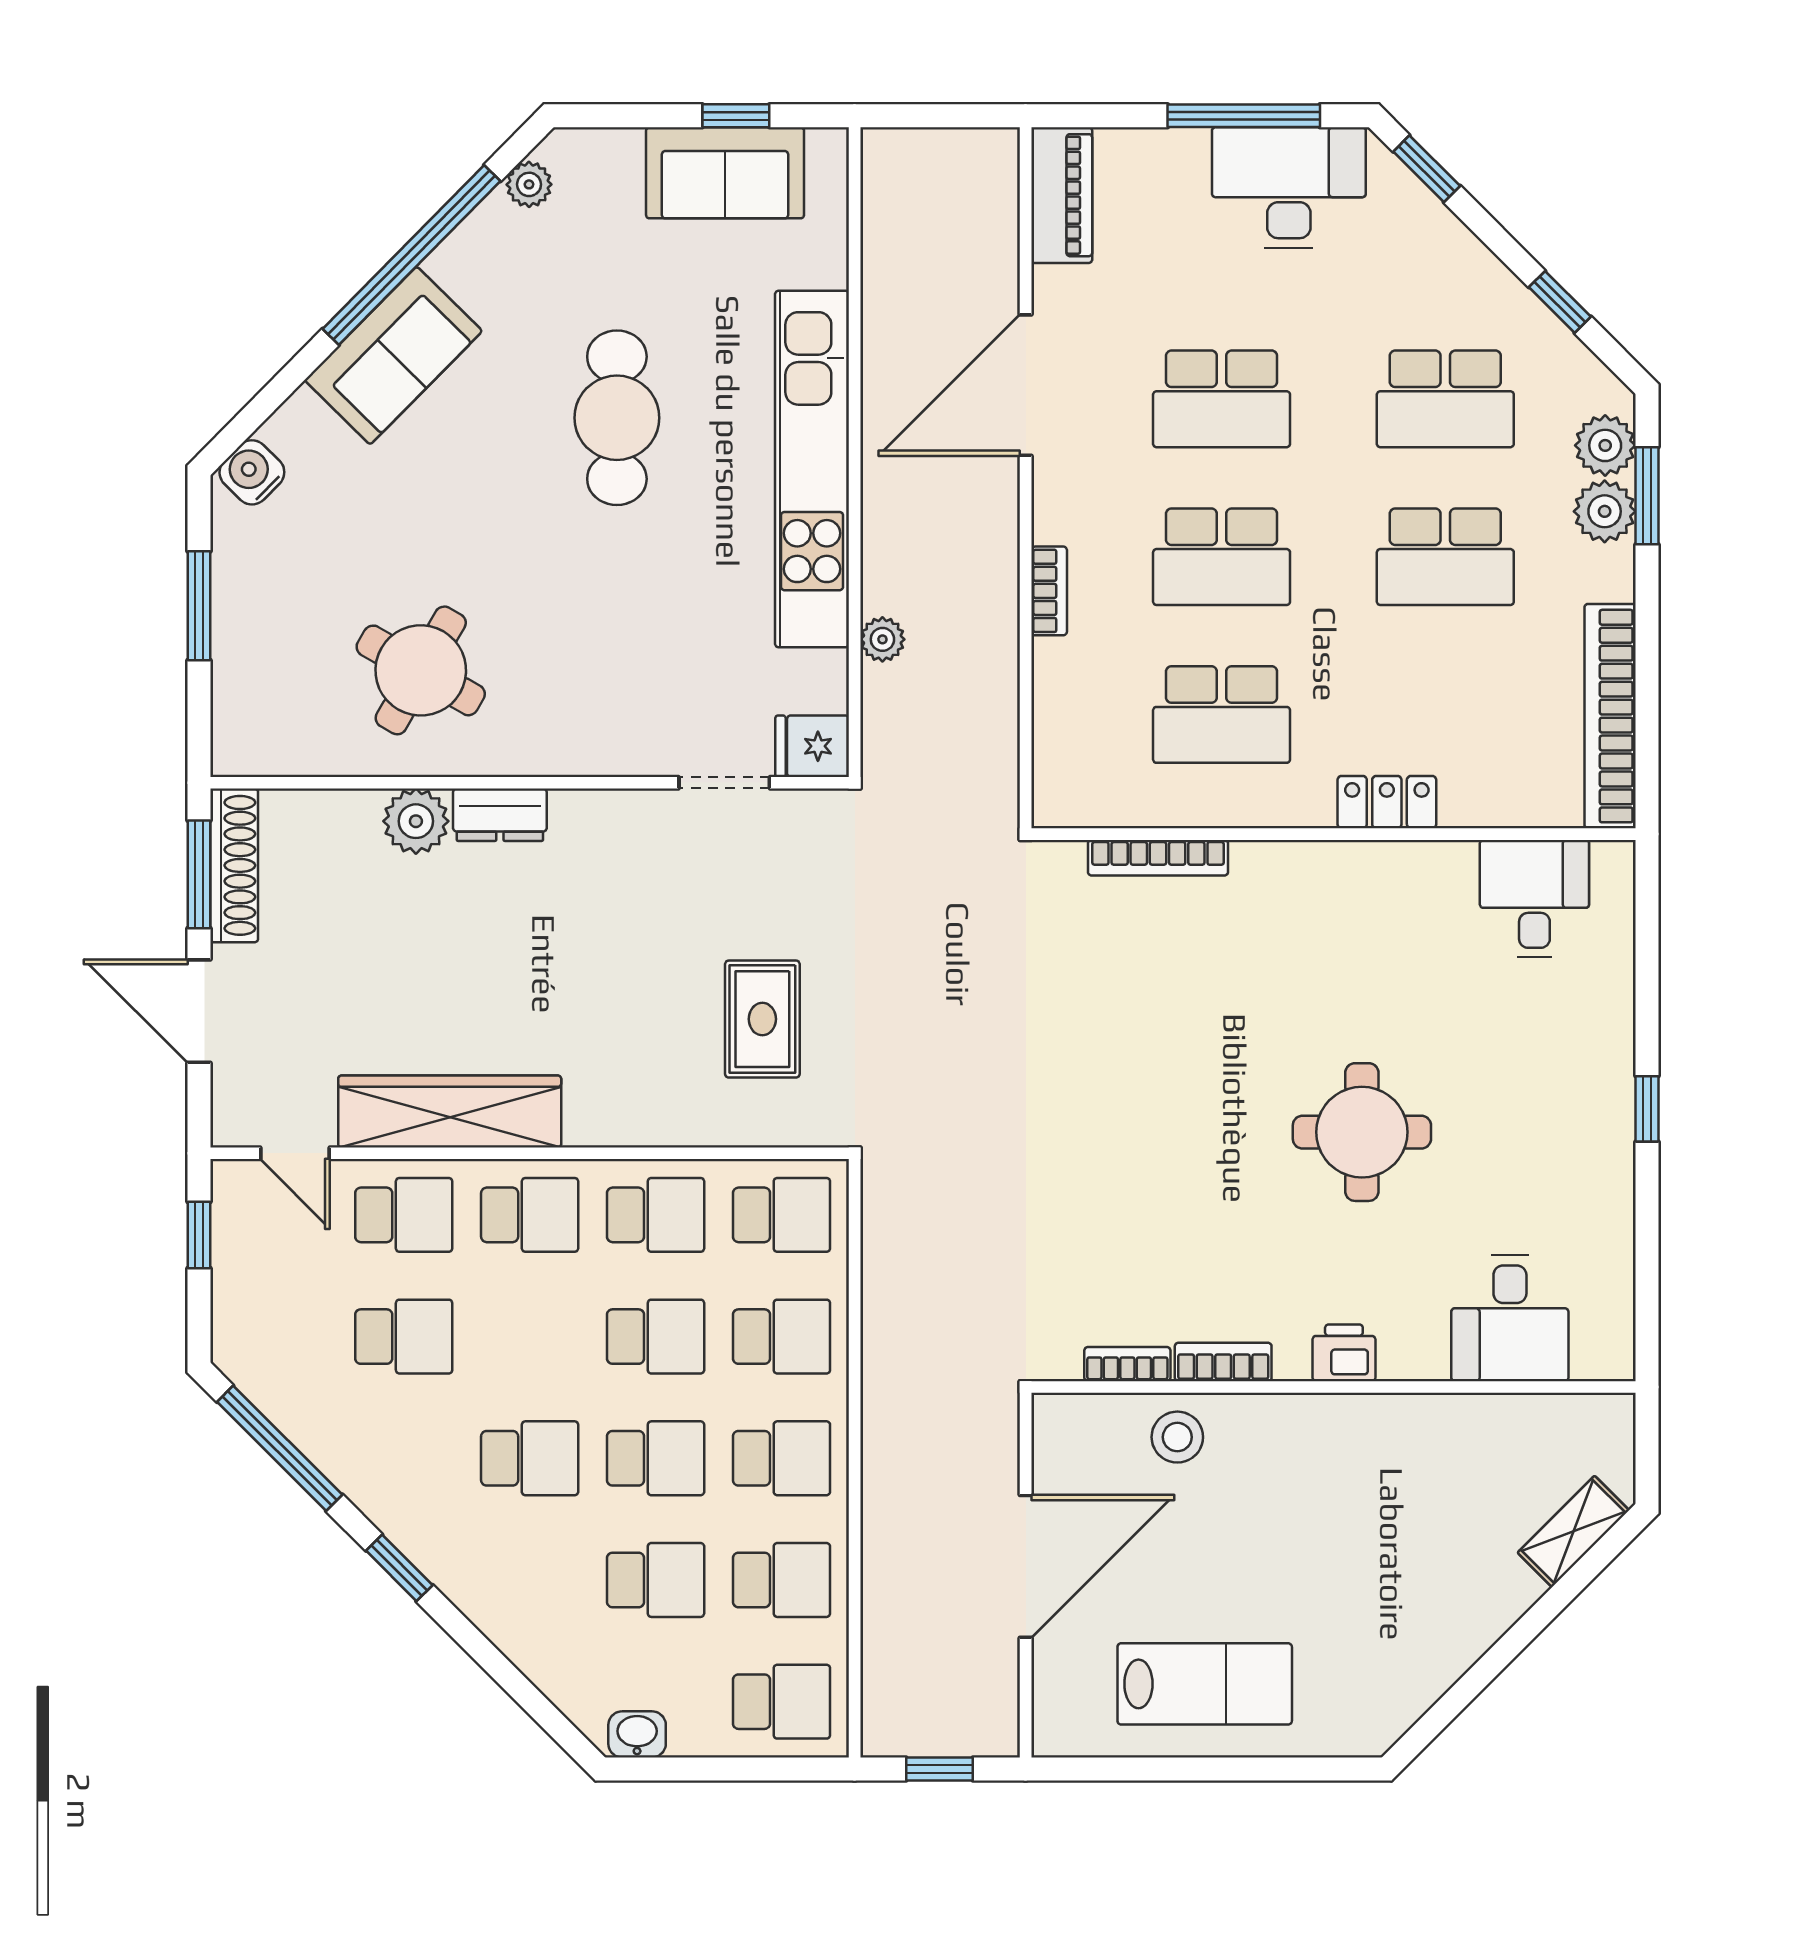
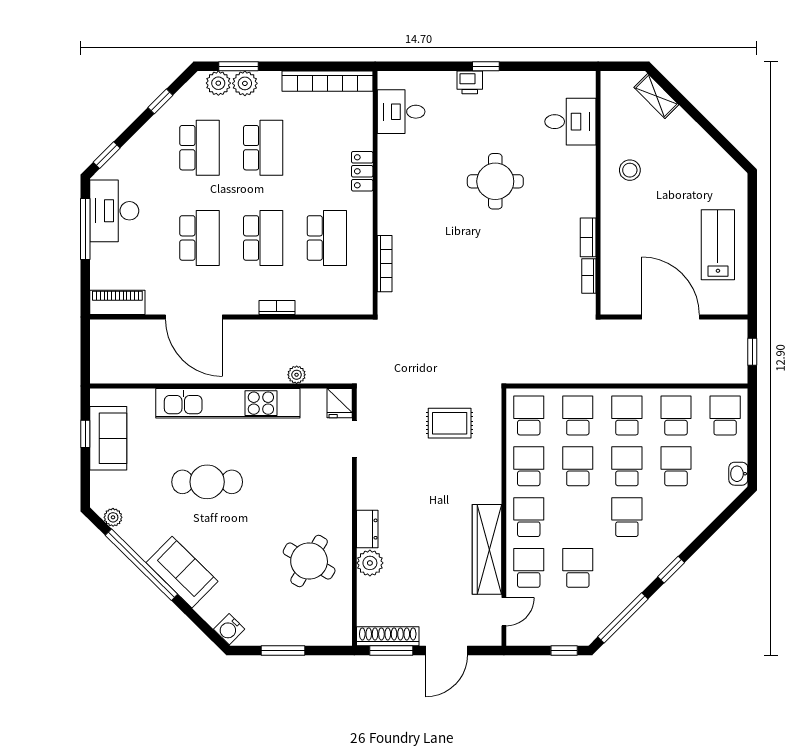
window: (199, 1235) -> (564, 650), moved
printer: (1344, 1353) -> (470, 82), moved, turned -90
stool: (1177, 1437) -> (630, 170), moved

